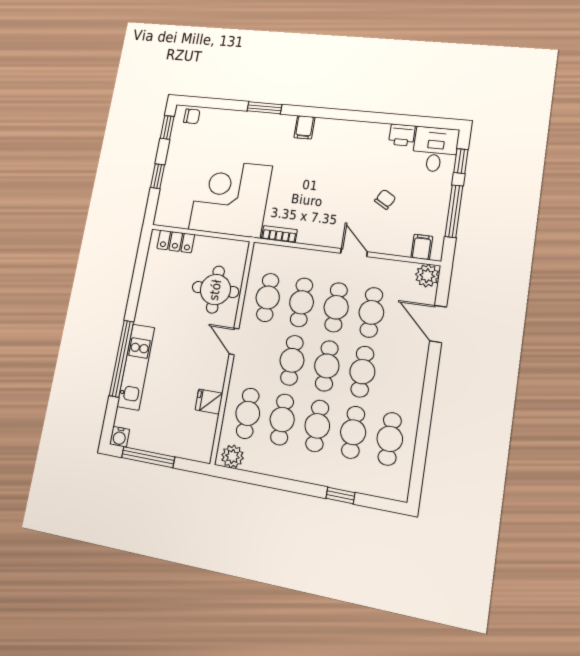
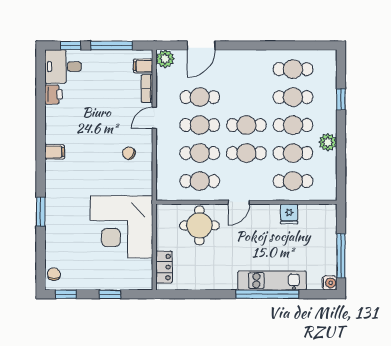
filing cabinet: (304, 127) -> (55, 152), moved
chair: (385, 199) -> (129, 153), moved
bookcase: (279, 234) -> (147, 89), moved
cafe table: (362, 372) -> (246, 97), removed
plant: (232, 456) -> (328, 142), moved

